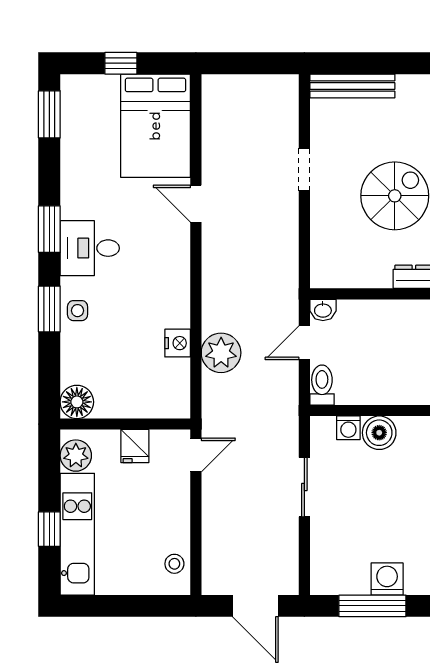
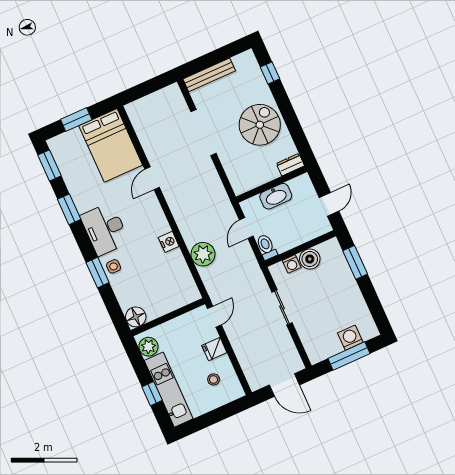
window: (121, 63) -> (76, 120), width x1.50
doorway: (304, 169) -> (203, 133), width x1.88
door: (196, 204) -> (152, 178), hinge flipped
window: (49, 229) -> (69, 209), moved
desk: (90, 248) -> (105, 229), width x1.37
washbasin: (323, 310) -> (276, 196), moved, width x1.91, depth x1.45
nightstand: (178, 343) -> (169, 242), moved
fridge: (135, 446) -> (214, 349), moved, turned 90
stool: (174, 564) -> (213, 379), moved

